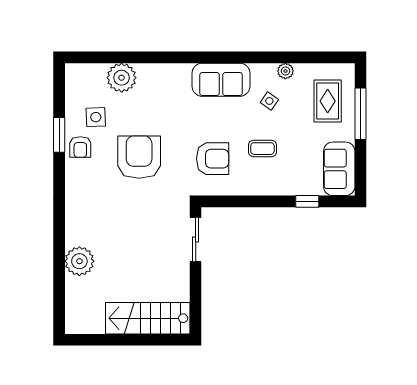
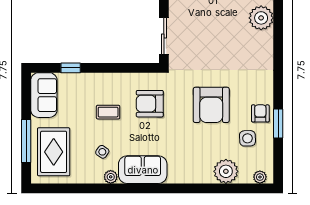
plant: (81, 71) -> (260, 177), added
plant: (285, 71) -> (111, 177), moved
rug: (328, 101) -> (54, 152), width x1.36, depth x1.43

